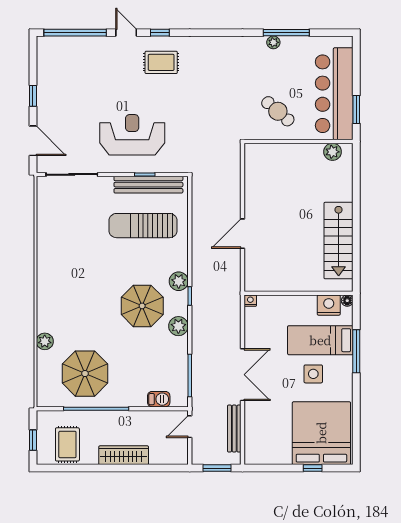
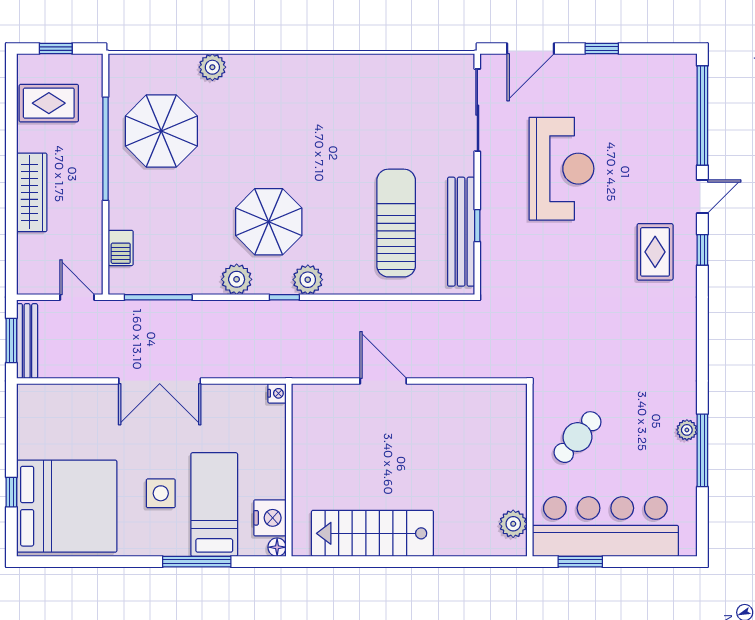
reception desk: (132, 135) -> (561, 169), moved
bench: (234, 429) -> (27, 341), moved, turned 90

